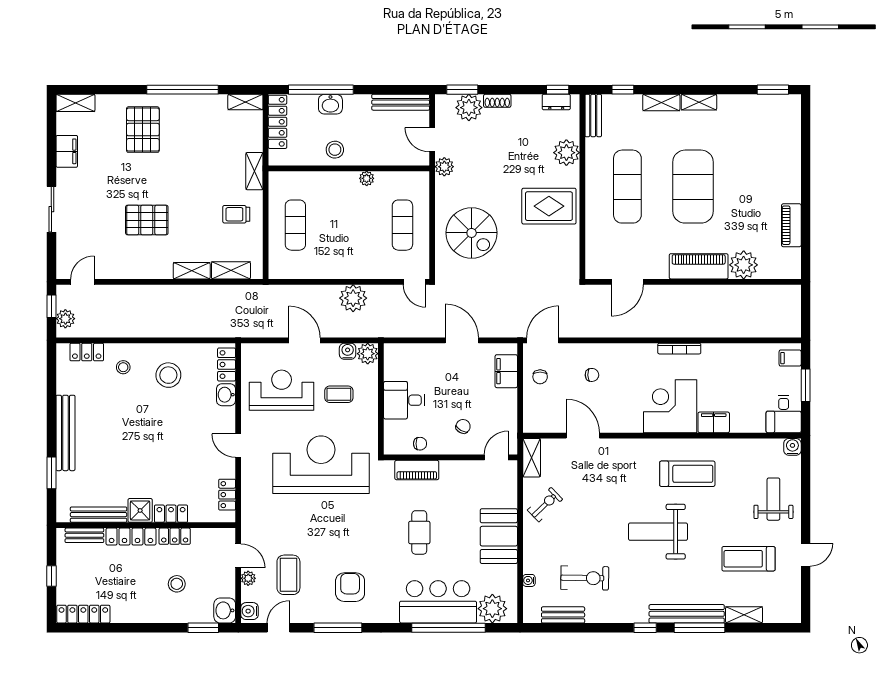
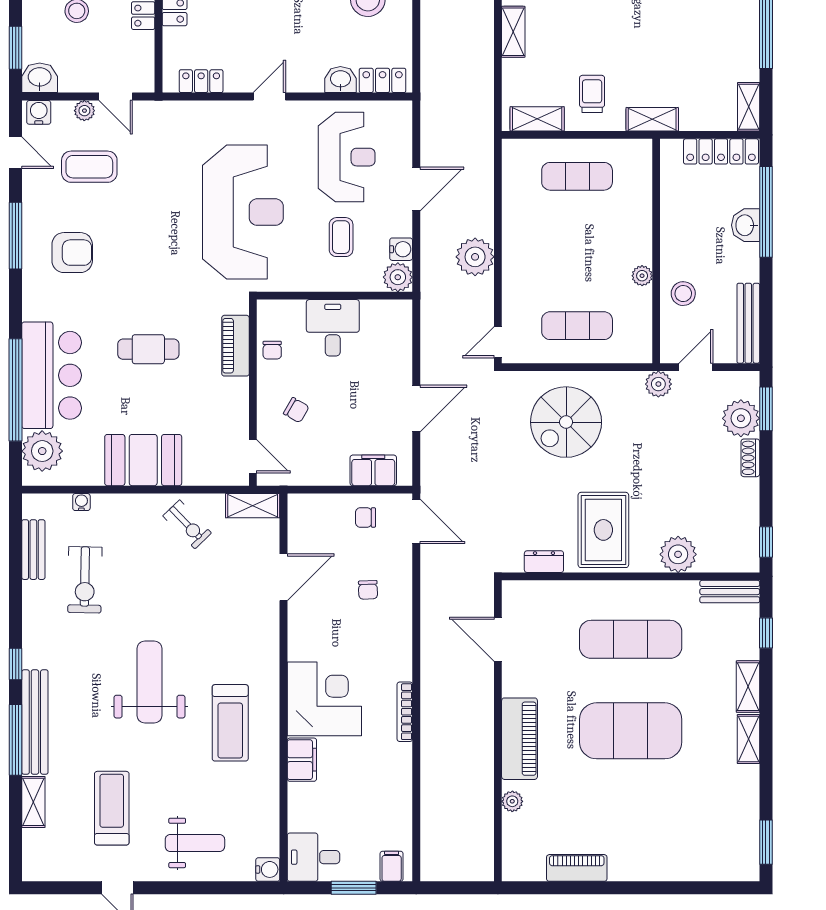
dresser: (556, 102) -> (544, 562), moved, turned 90
stool: (335, 150) -> (683, 294), moved
plant: (744, 265) -> (512, 801), width x0.53, depth x0.53
shelving: (231, 270) -> (537, 119), moved, turned 90
door: (238, 556) -> (116, 97), hinge flipped

